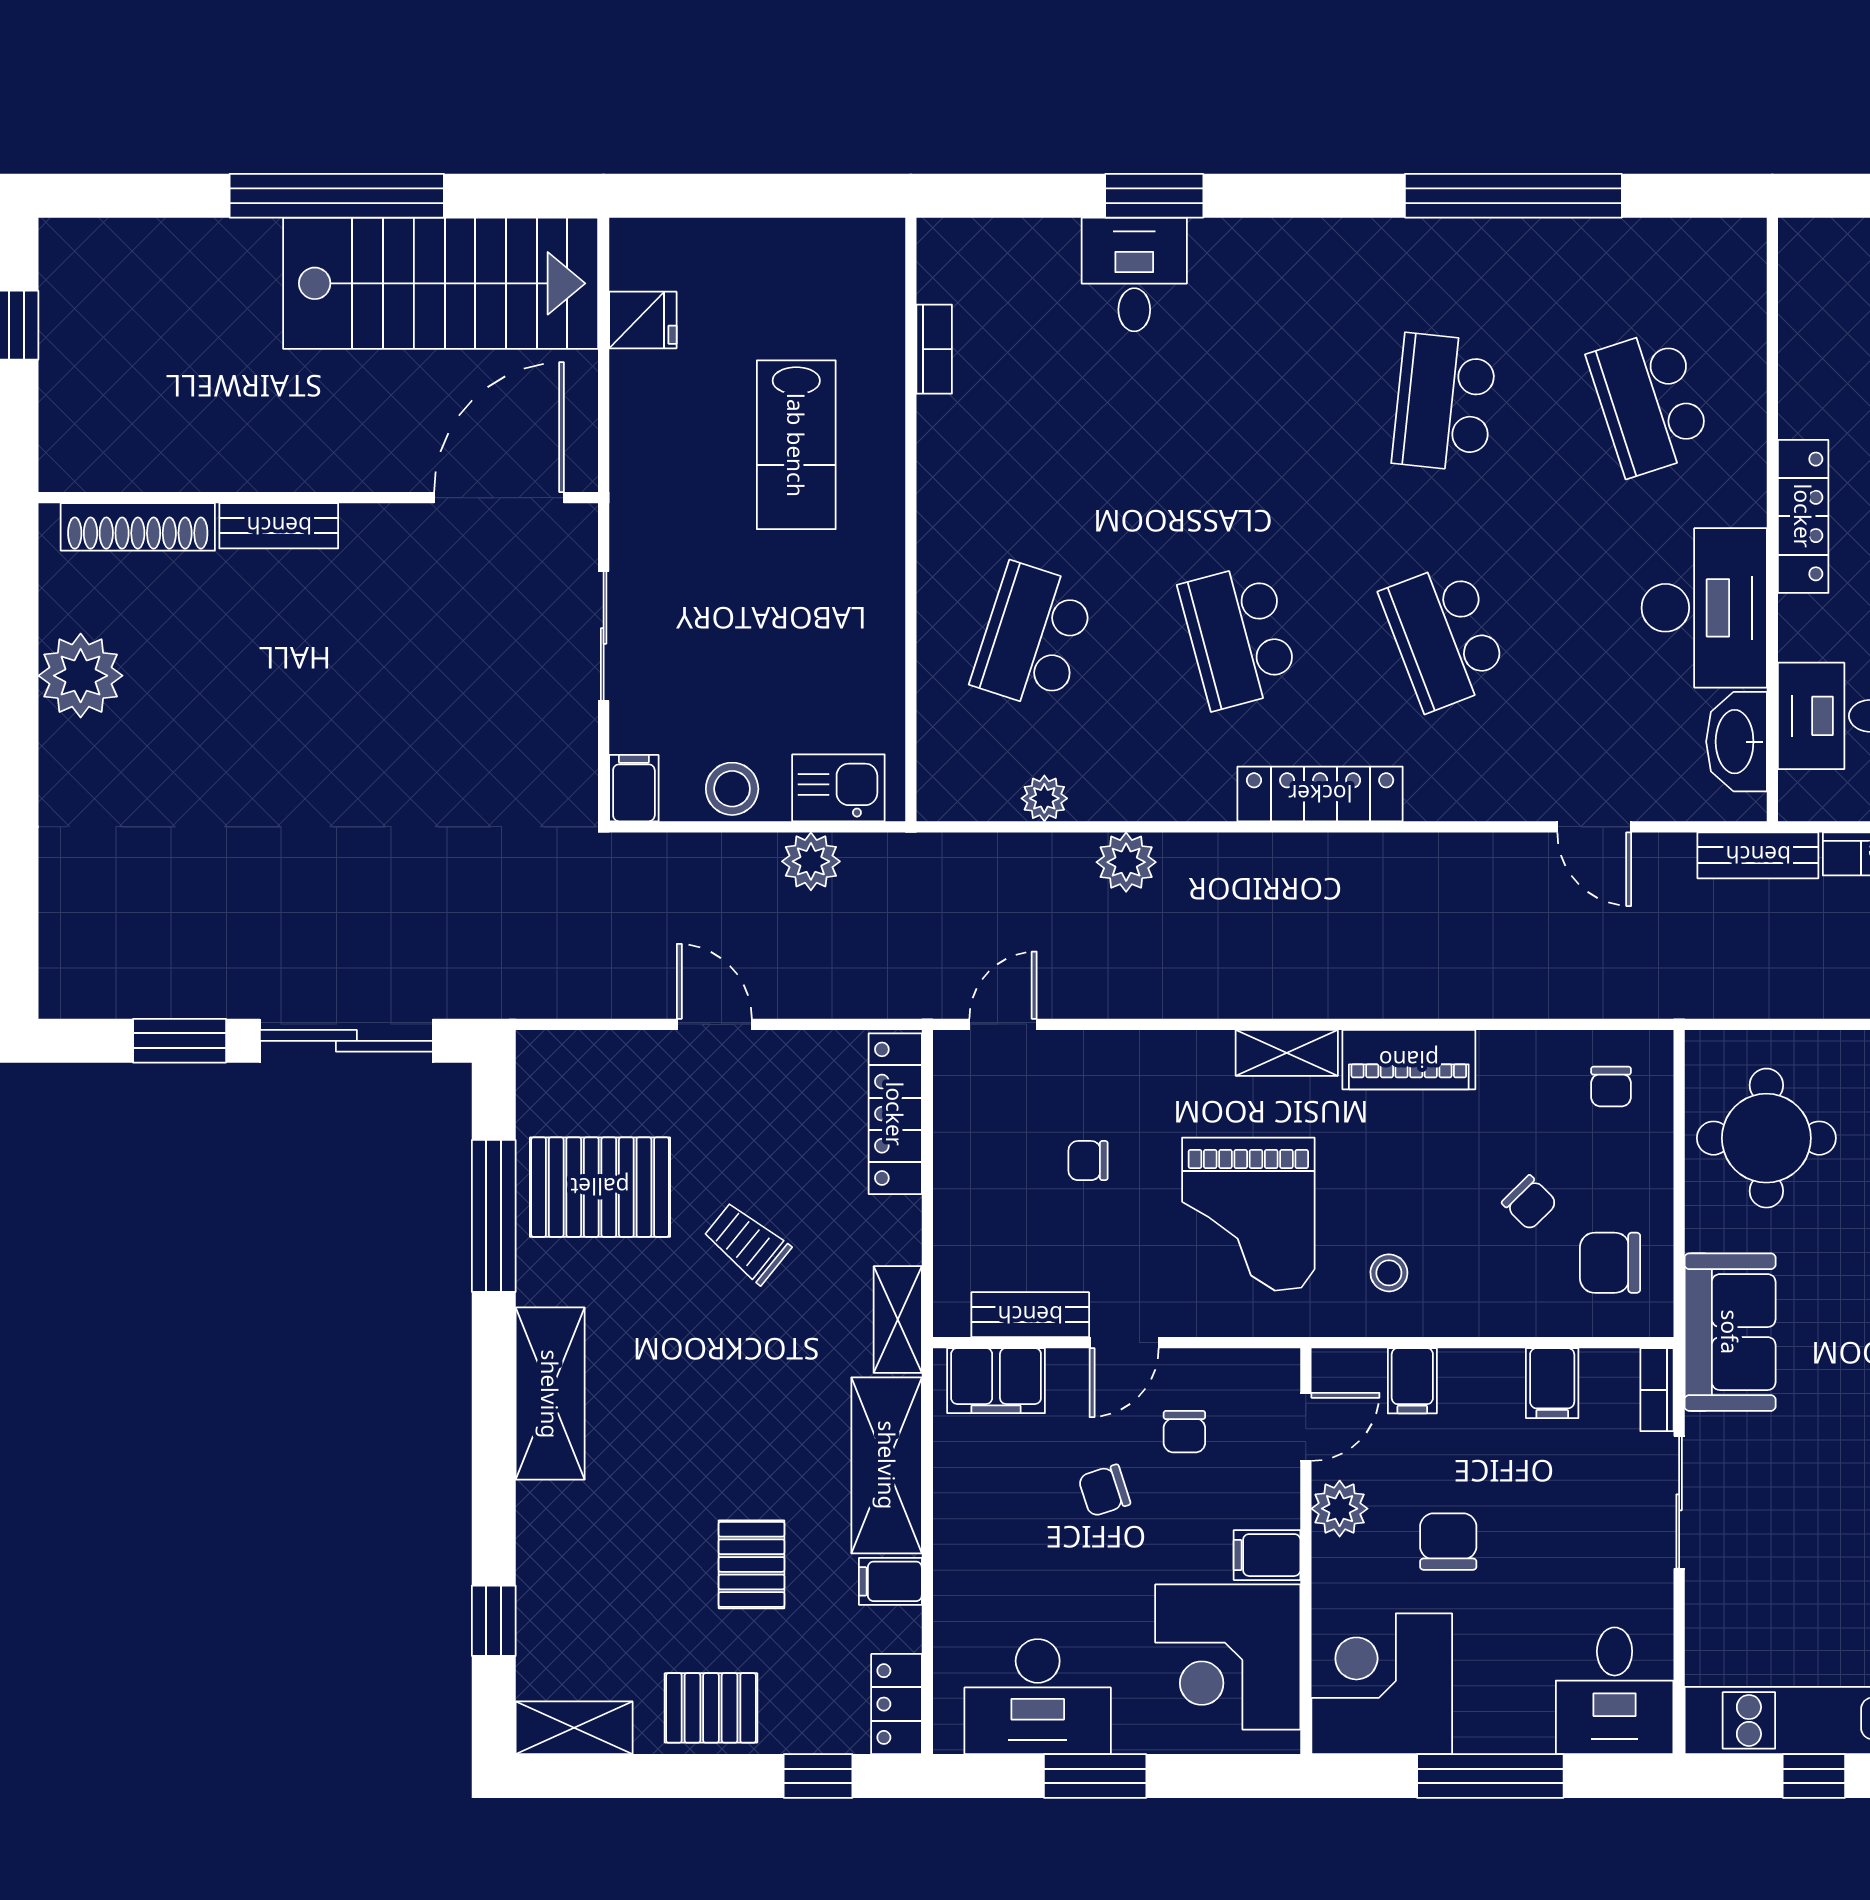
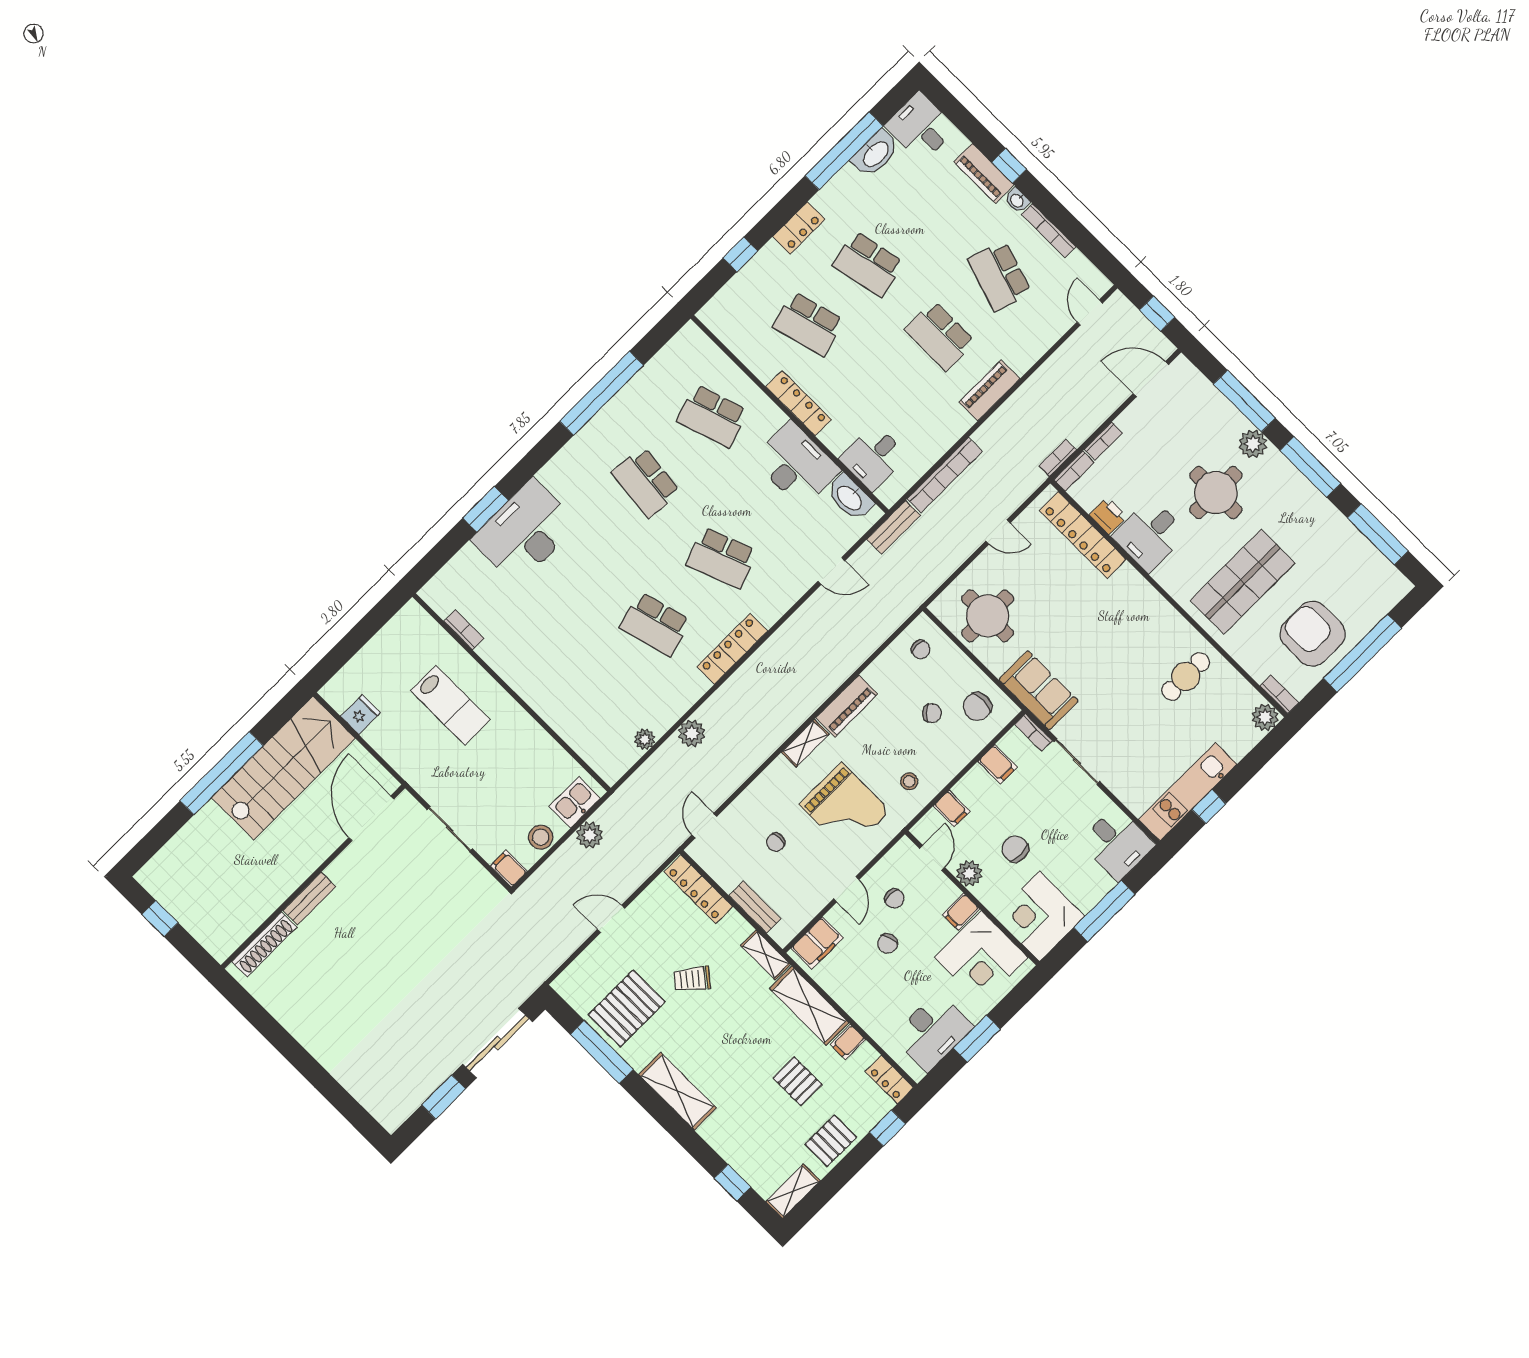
desk: (1134, 275) -> (525, 532), width x1.87, depth x1.30
school desk: (1033, 636) -> (589, 691), removed
plant: (81, 676) -> (294, 1011), removed
bench: (1030, 1315) -> (755, 907), moved, turned 90

